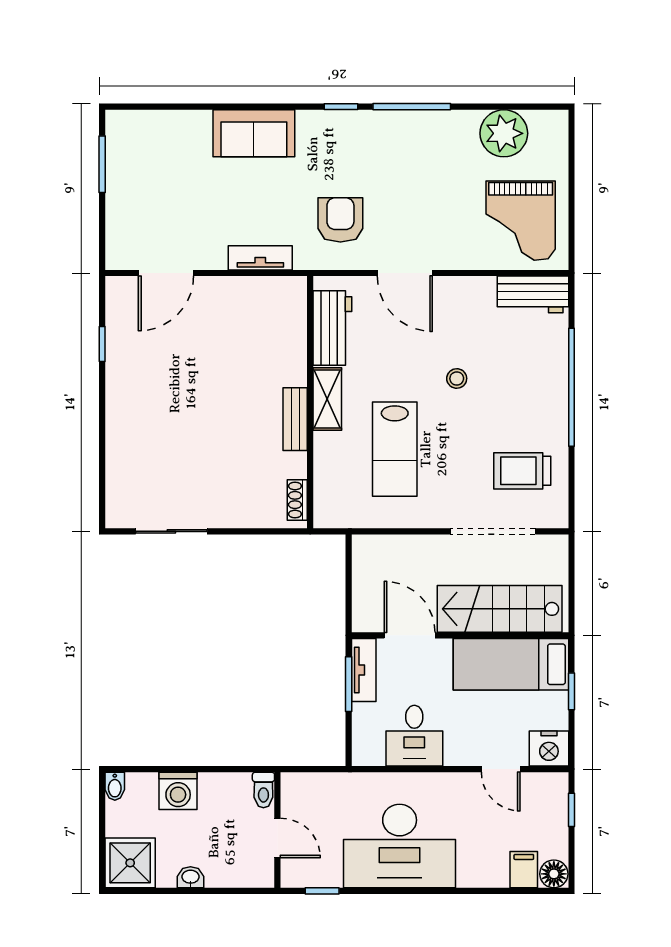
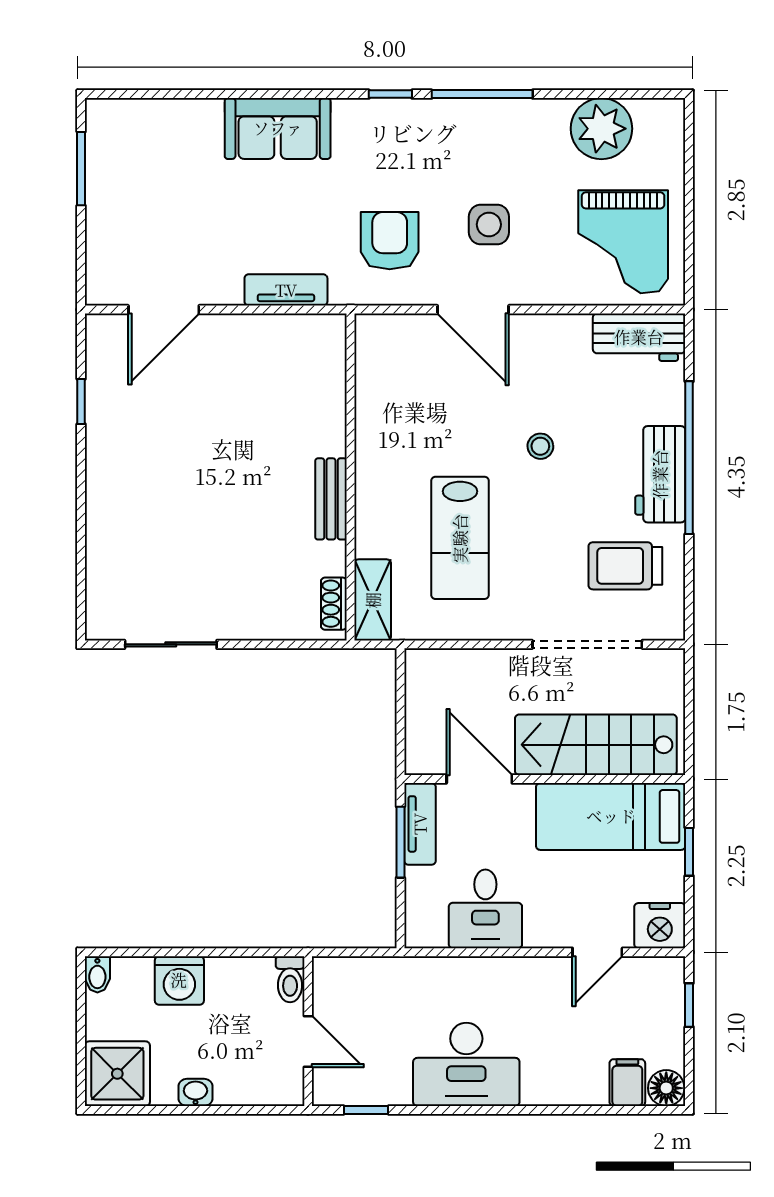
side table: (417, 207) -> (489, 224), added
workbench: (332, 328) -> (660, 474), moved, turned 180
shelving: (327, 399) -> (373, 600), moved
door: (501, 769) -> (597, 952), hinge flipped
desk: (400, 846) -> (466, 1064), width x0.73, depth x0.77

